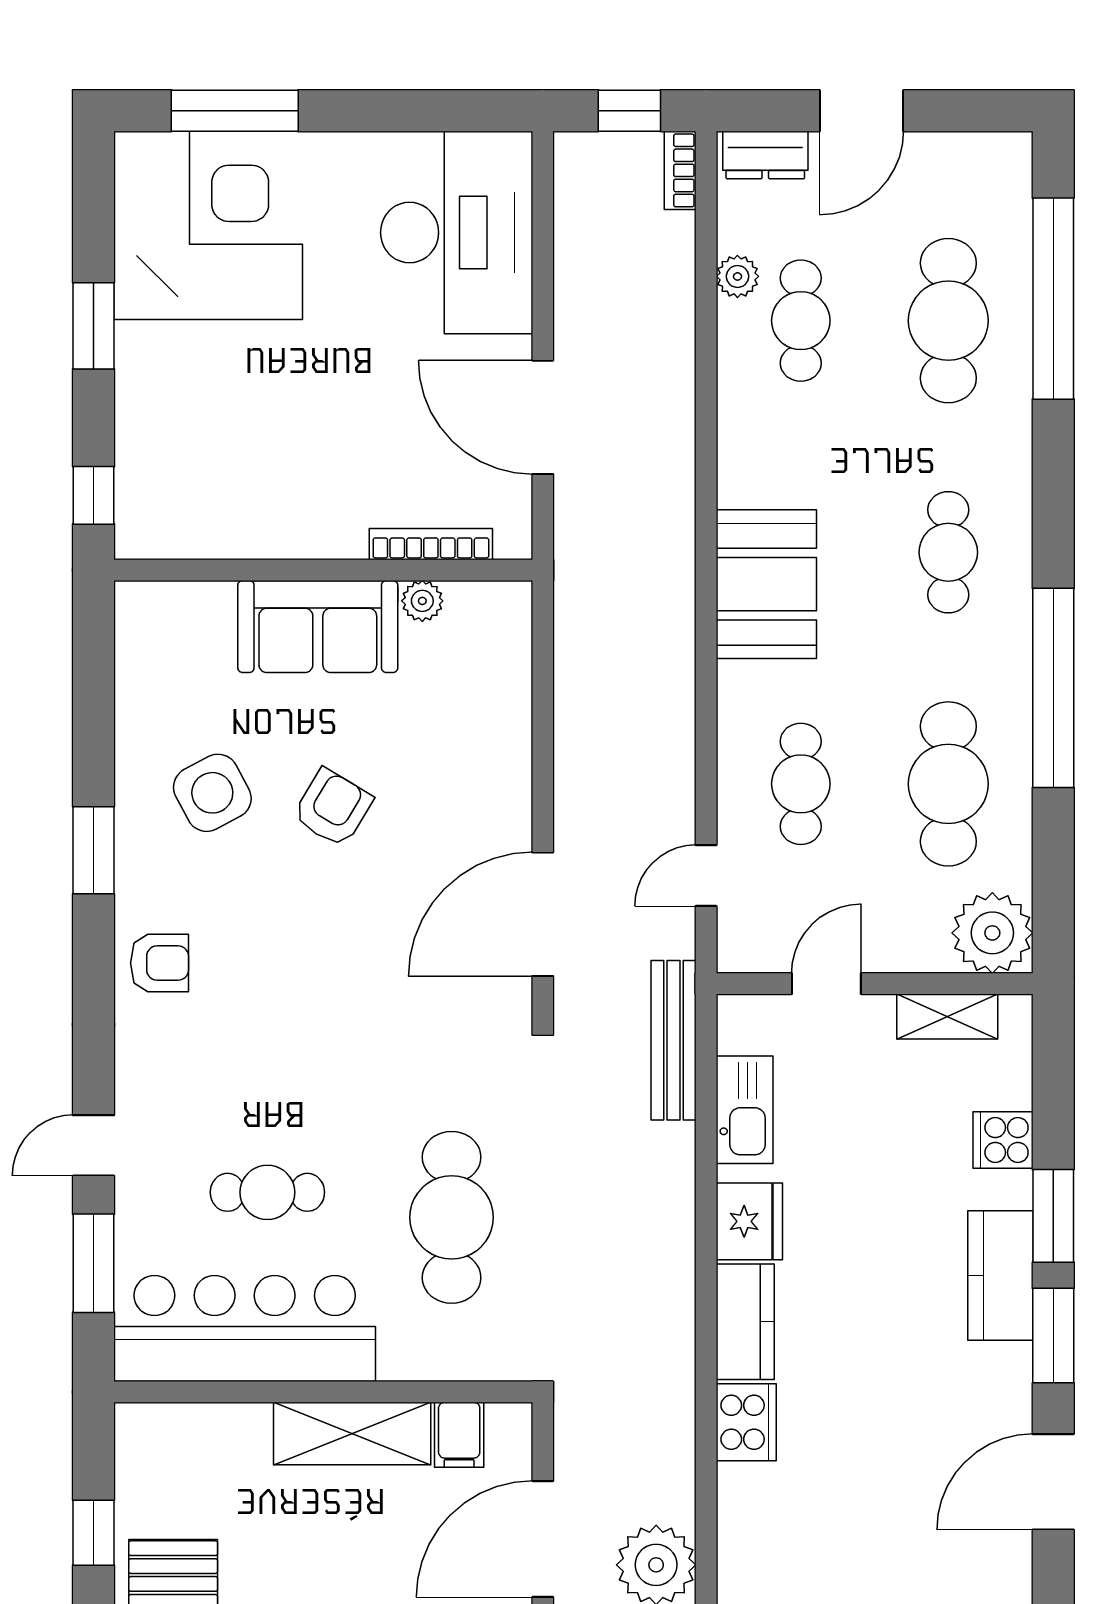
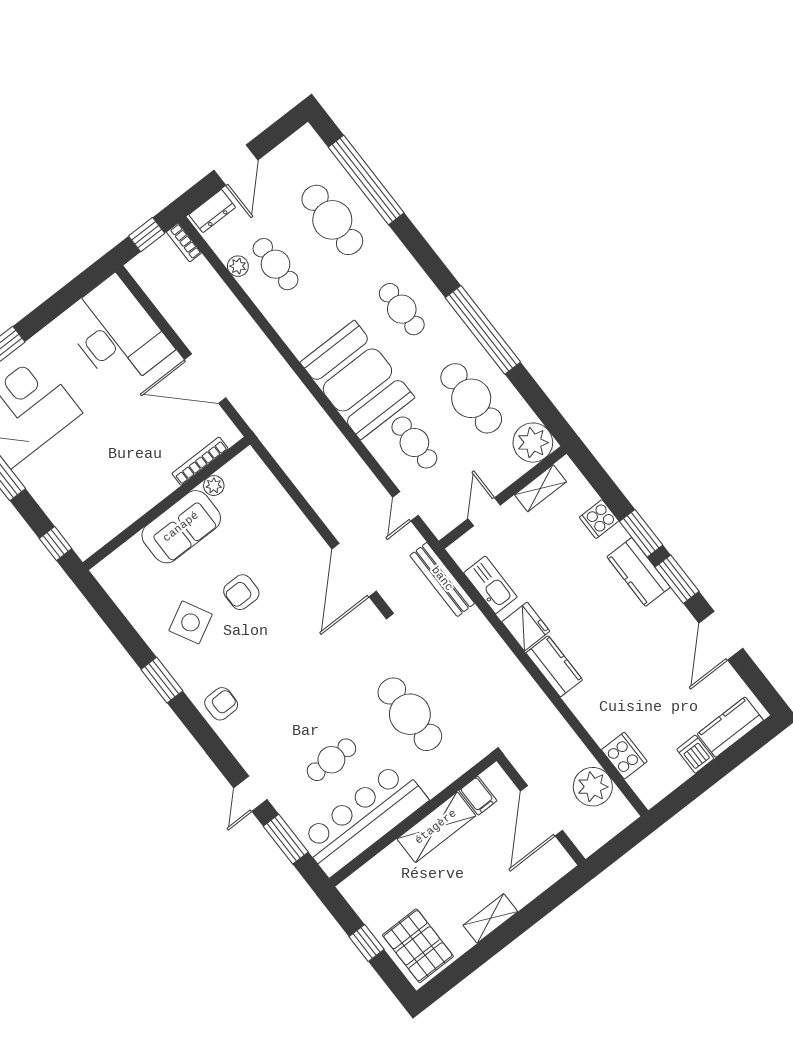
booth: (766, 584) -> (357, 380), width x1.36, depth x1.42
armchair: (333, 808) -> (241, 592), turned -121
cooker: (746, 1422) -> (624, 756), moved

